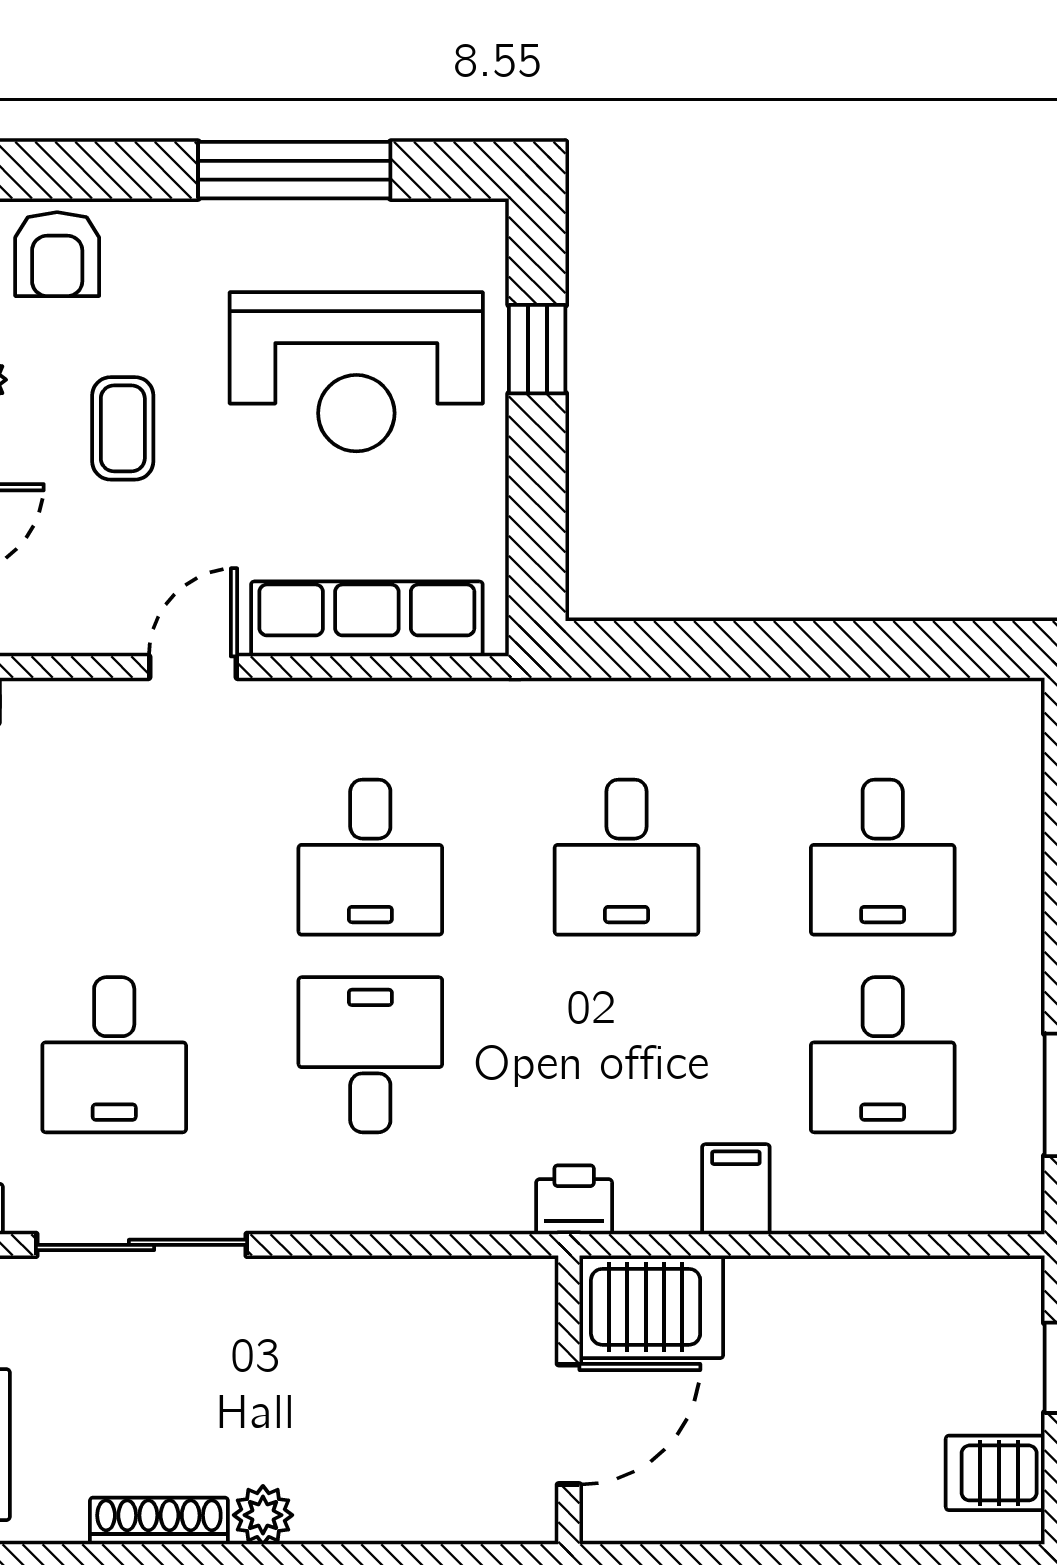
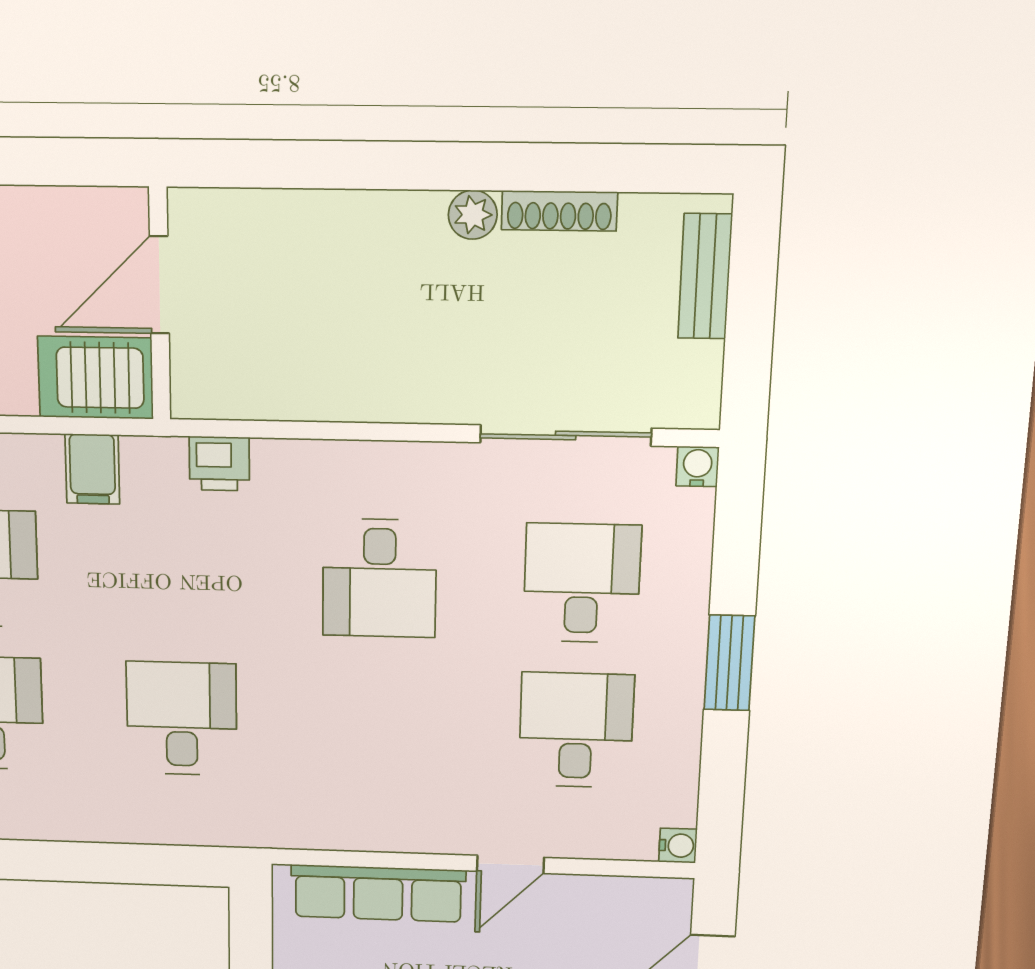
desk: (370, 857) -> (576, 730), moved
server rack: (651, 1307) -> (96, 378), moved
wall: (569, 1400) -> (160, 304), moved
door: (569, 1424) -> (159, 285), moved

